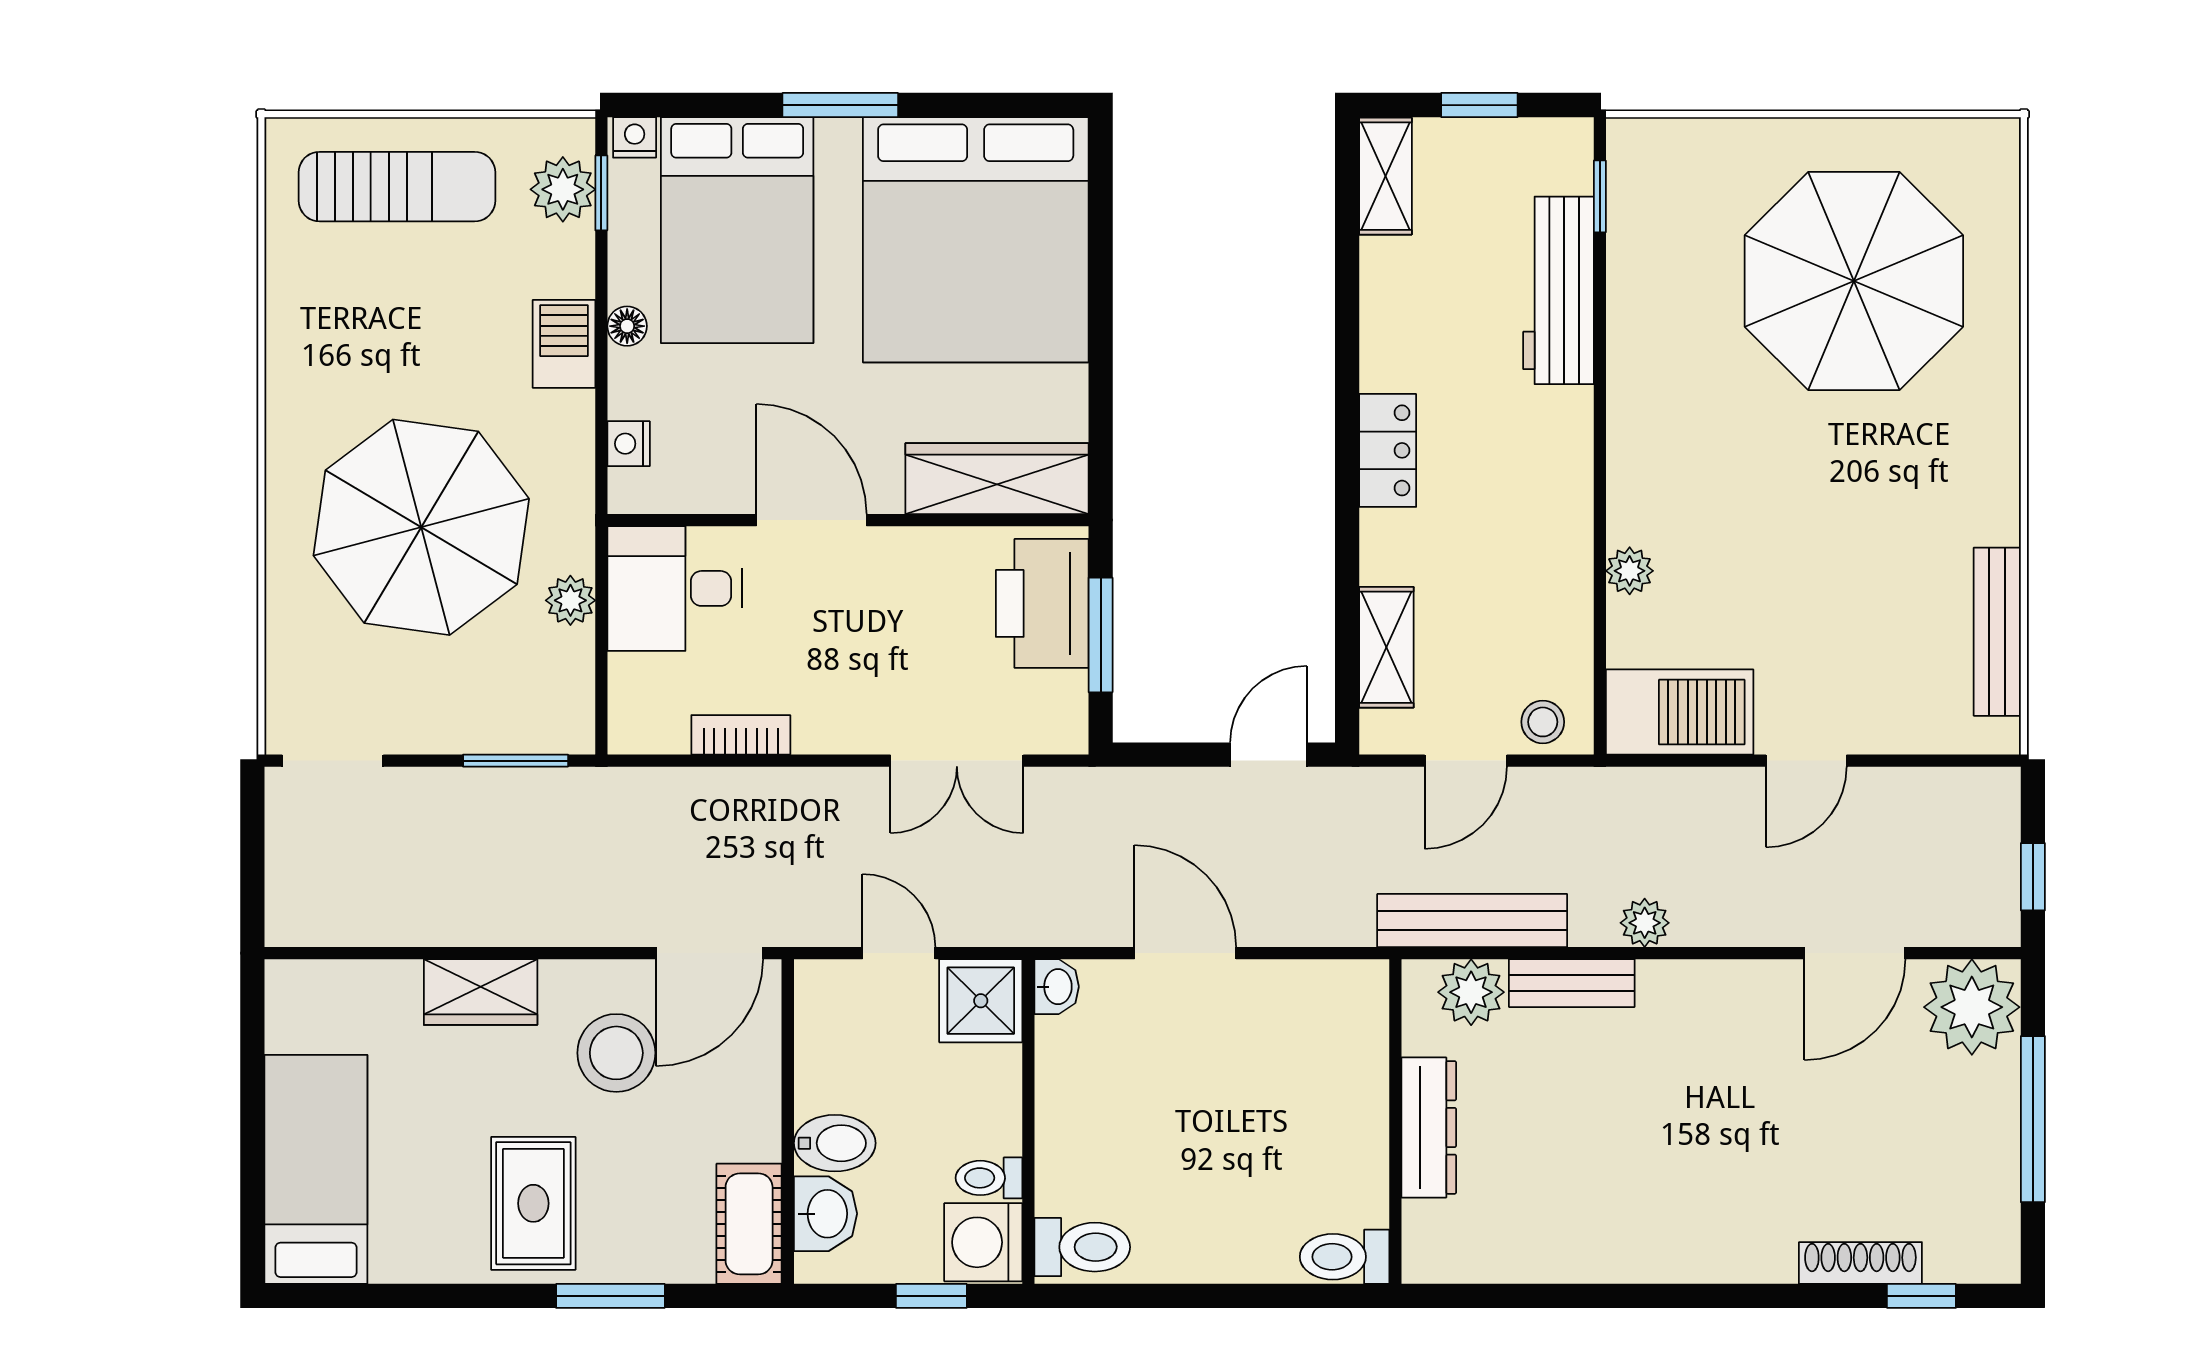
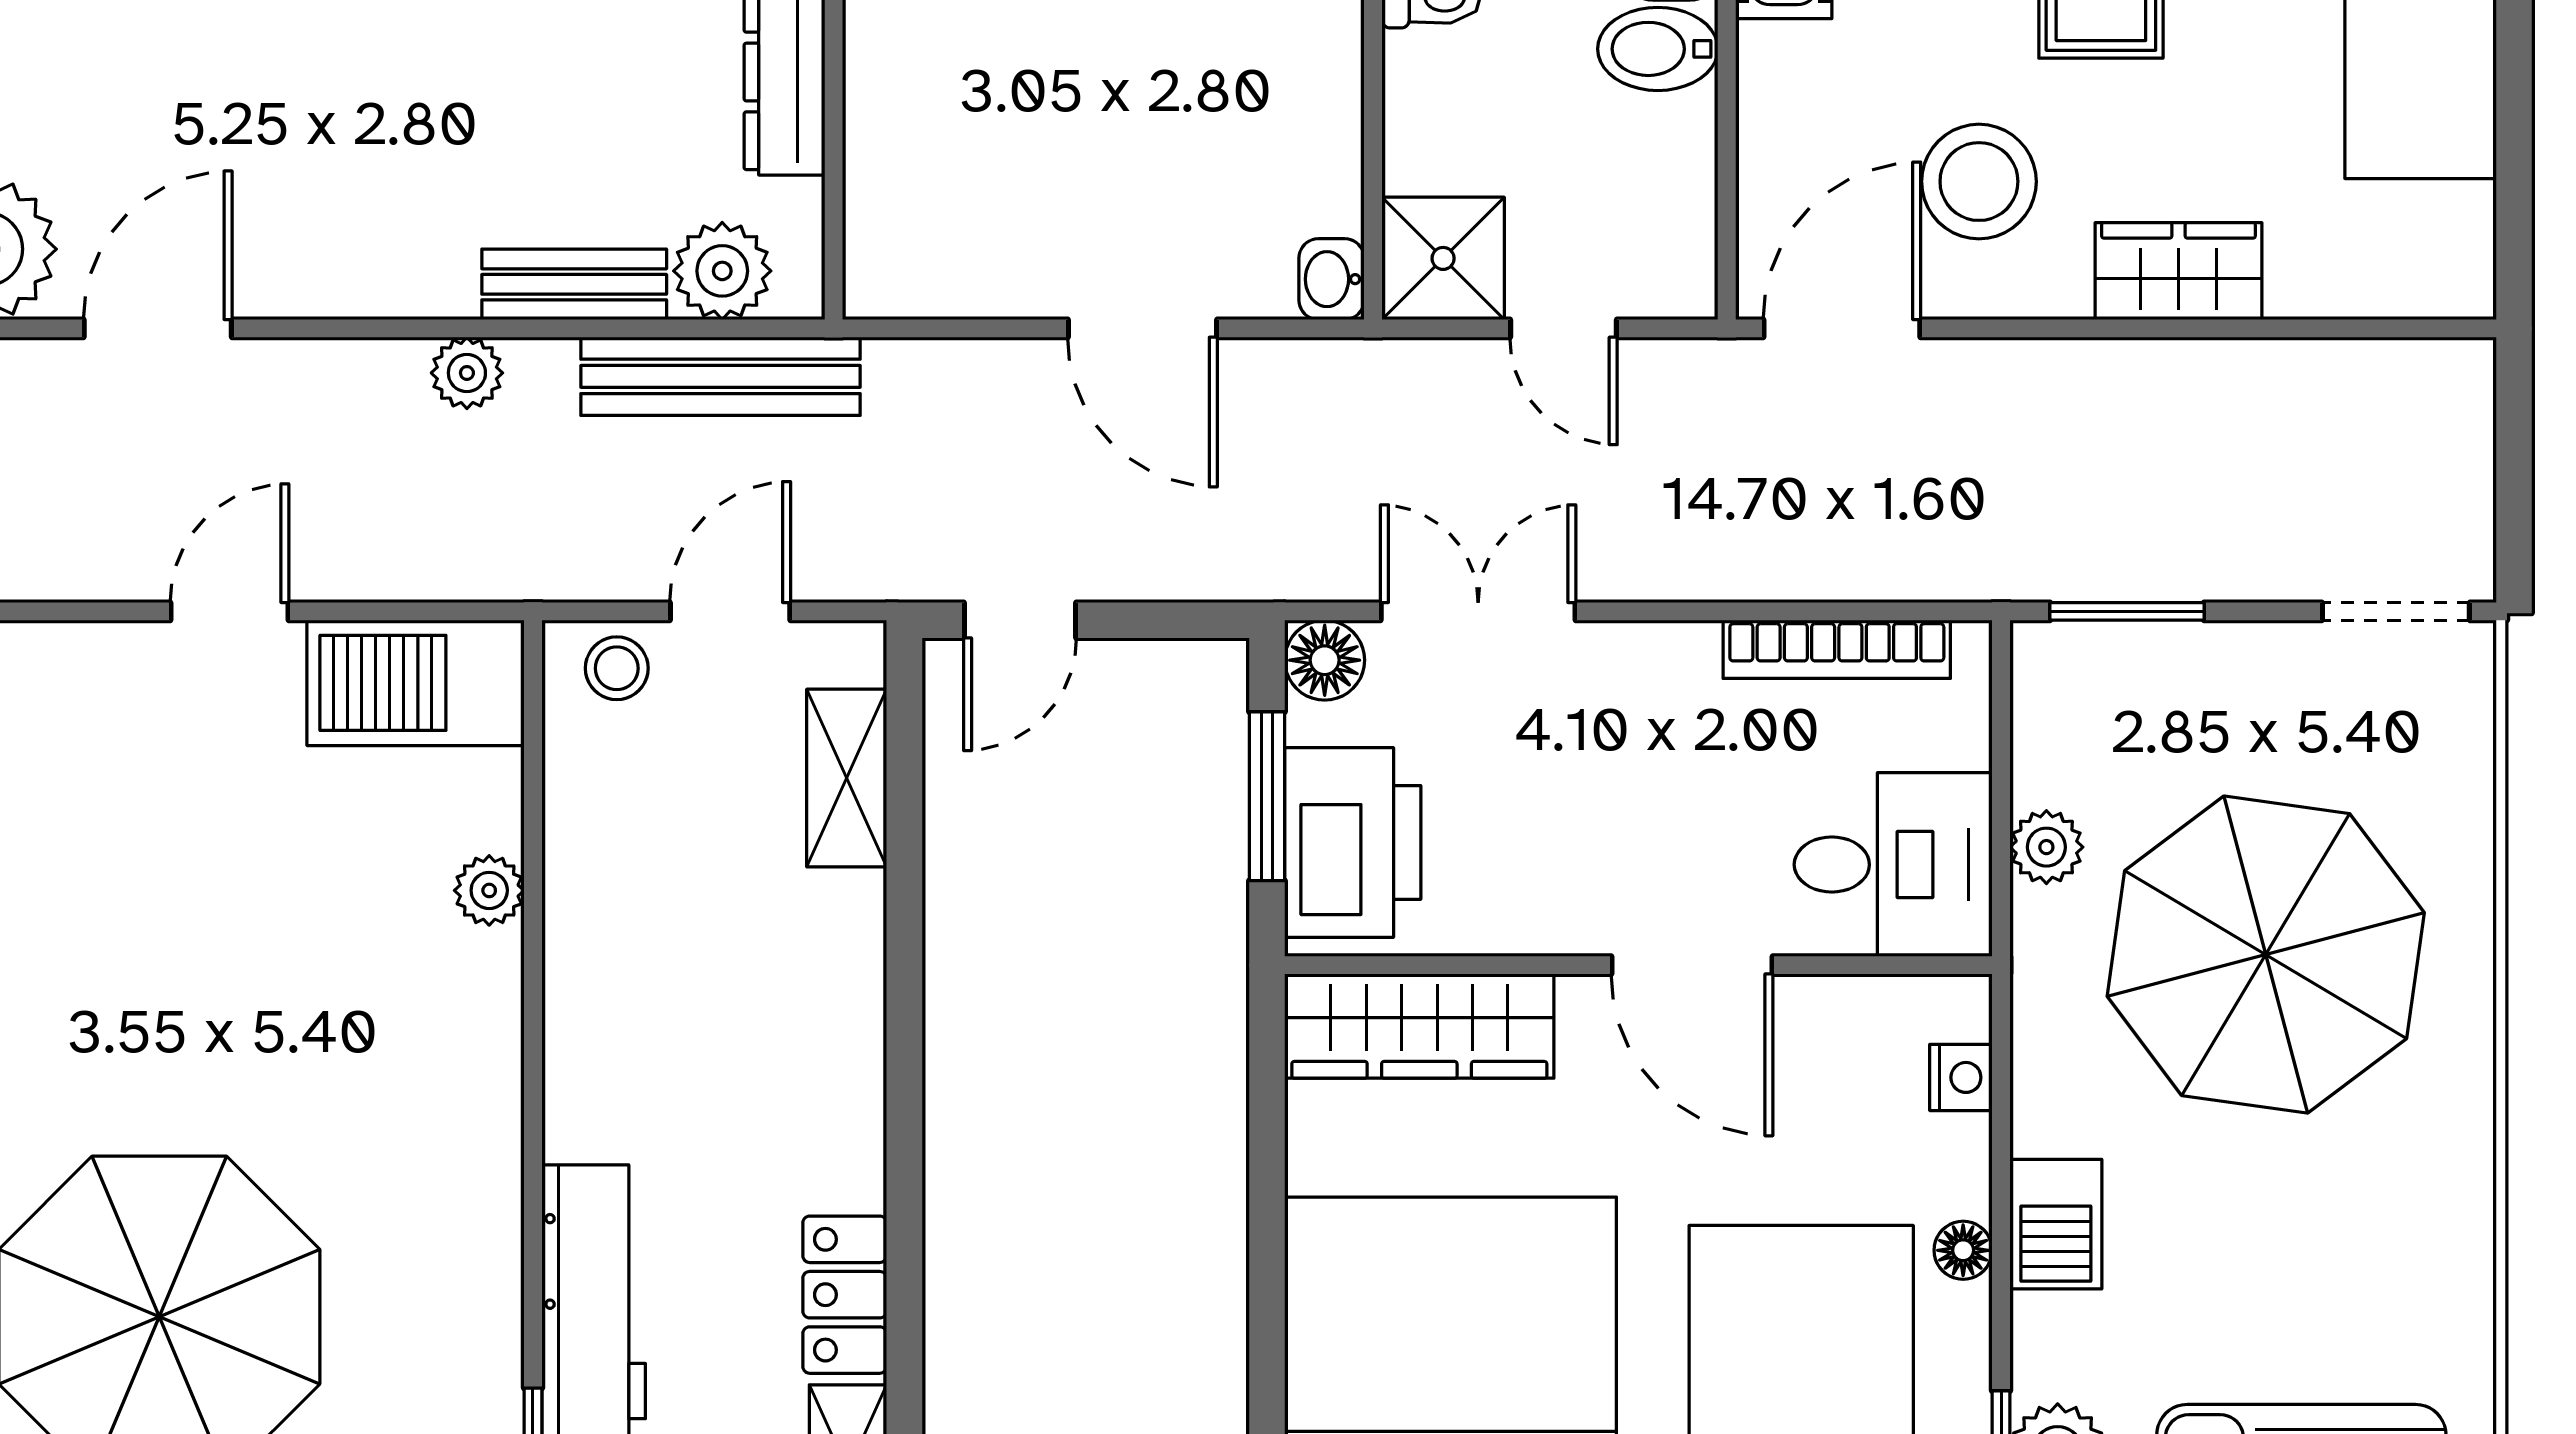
locker: (1388, 450) -> (845, 1295), moved
floor lamp: (1061, 727) -> (1325, 660), added
bookcase: (741, 735) -> (1837, 649), width x1.56

